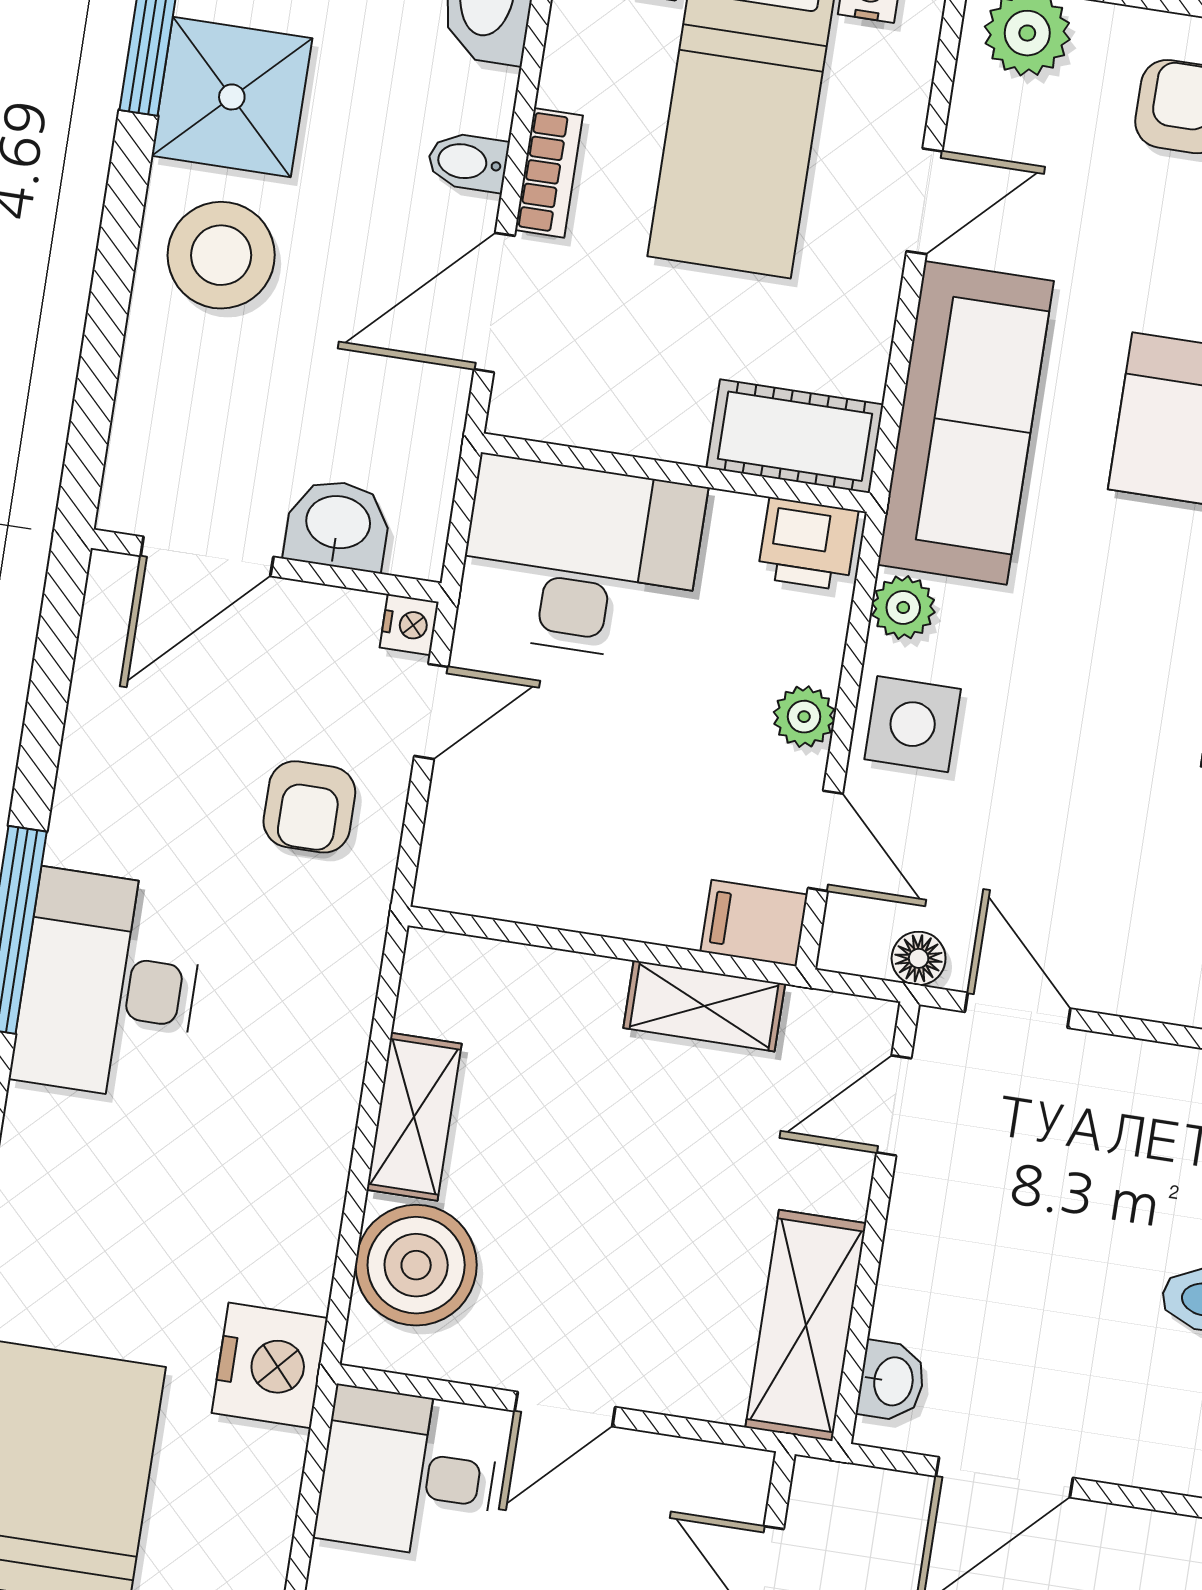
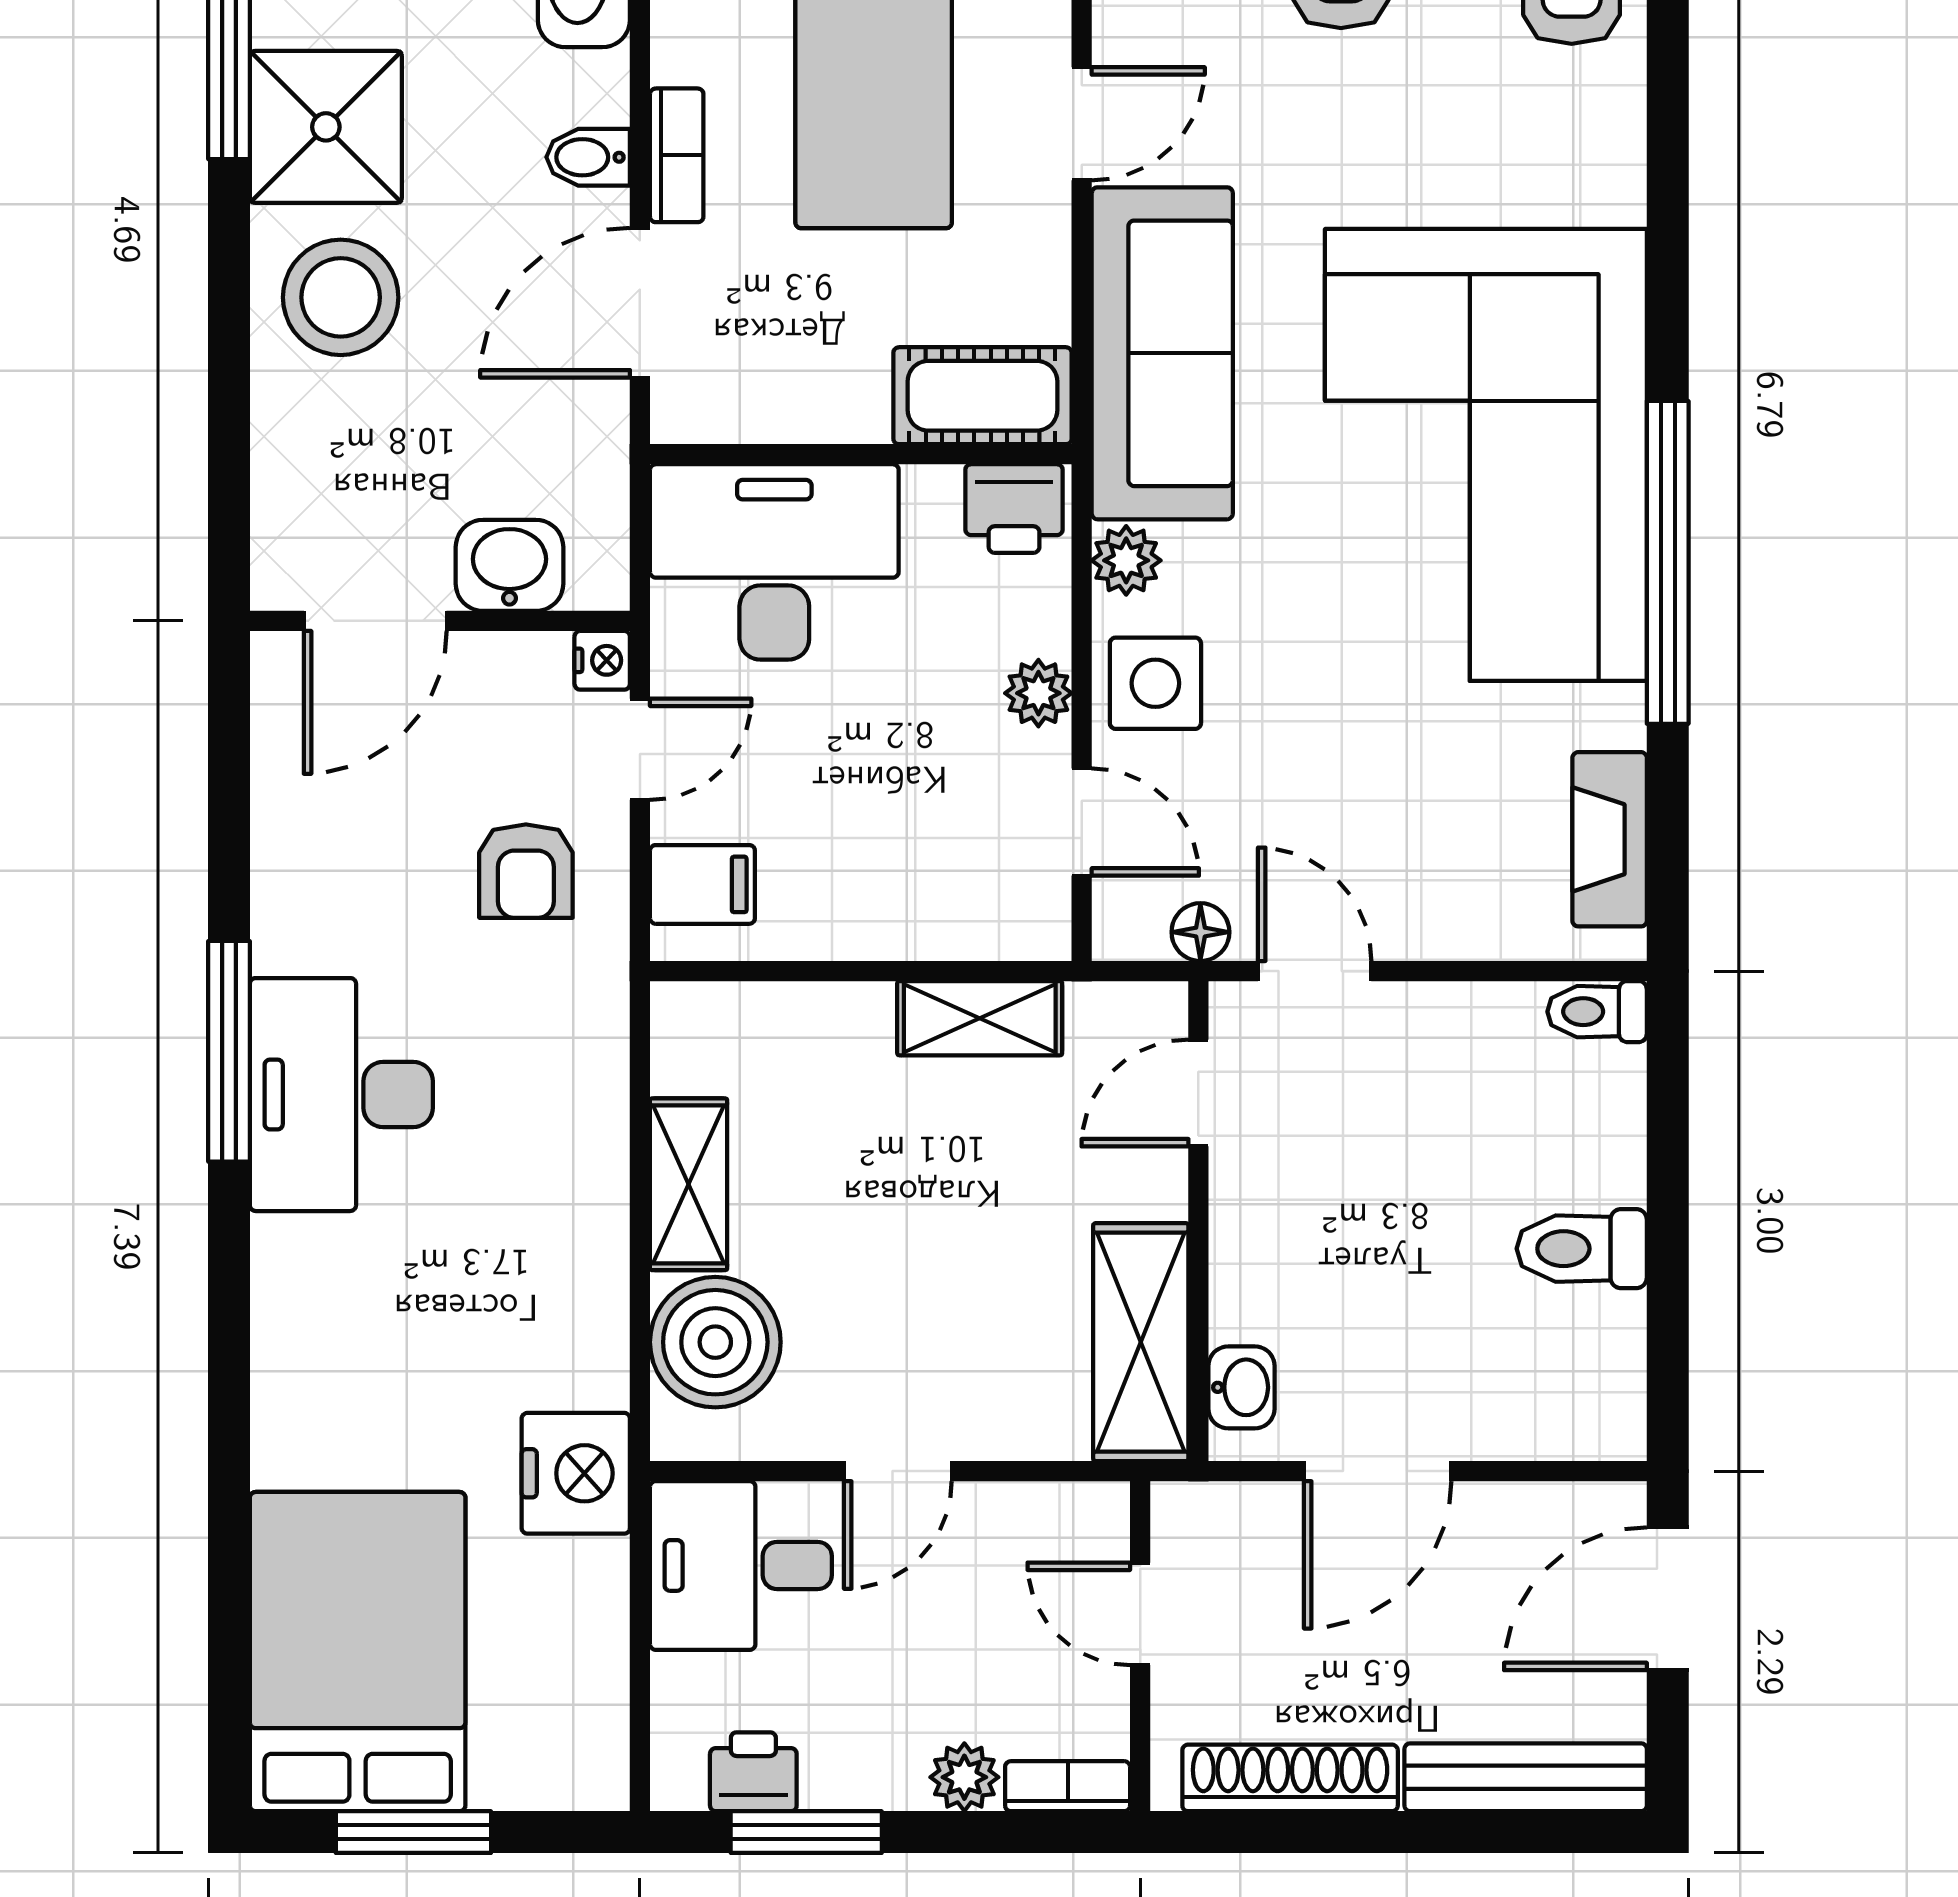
filing cabinet: (754, 923) -> (702, 884), moved, turned 180

